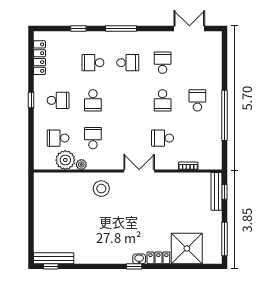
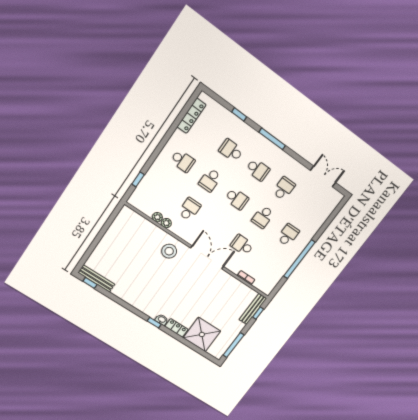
window: (31, 100) -> (138, 179), moved
school desk: (58, 138) -> (237, 199), moved, turned 180
plant: (65, 160) -> (157, 217), width x0.53, depth x0.53
double door: (139, 171) -> (207, 257), width x1.37

